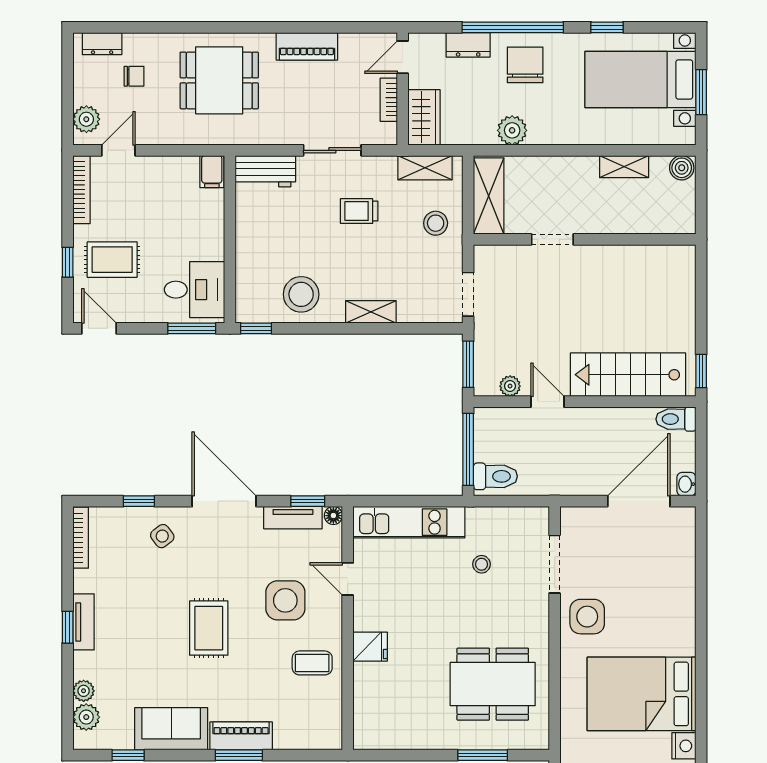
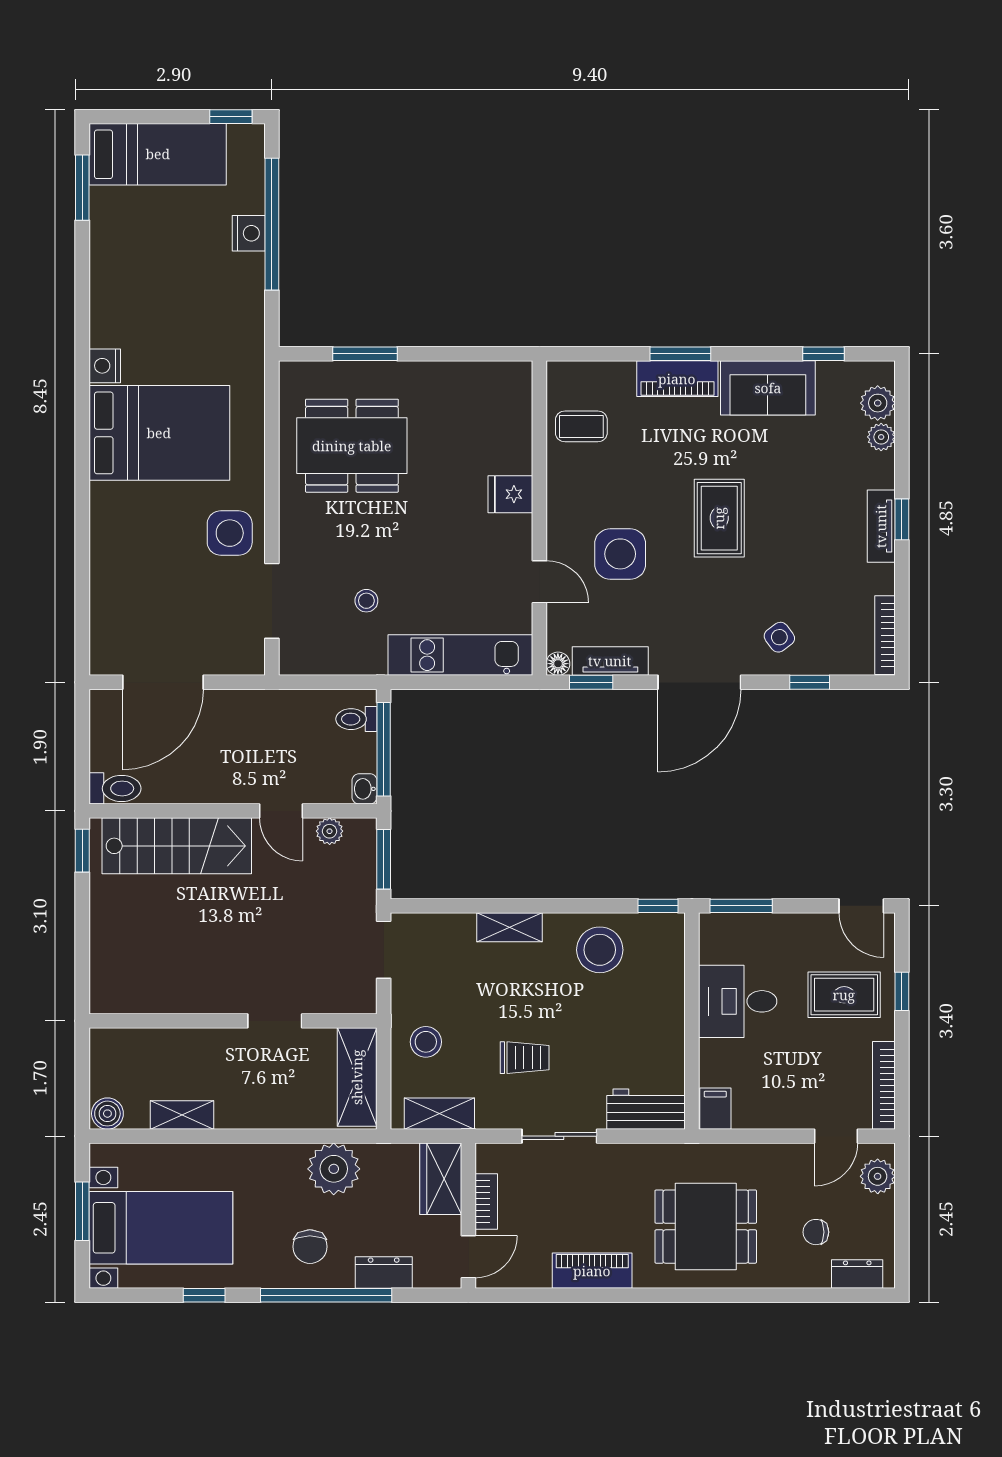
chair: (525, 65) -> (310, 1247), width x0.73, depth x0.73
plant: (512, 130) -> (334, 1169), width x1.36, depth x1.36
desk: (194, 290) -> (738, 1001), moved
toilet: (495, 476) -> (356, 719), width x0.73, depth x0.72
washbasin: (686, 484) -> (365, 789), moved, turned 180
door: (224, 501) -> (699, 682), hinge flipped
coffee table: (312, 663) -> (581, 426), moved

